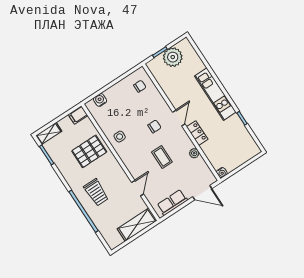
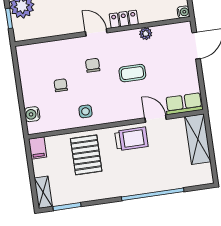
chair: (140, 86) -> (61, 85), moved
trolley: (96, 192) -> (131, 139), moved
row of seats: (172, 202) -> (184, 104), moved, turned 90

